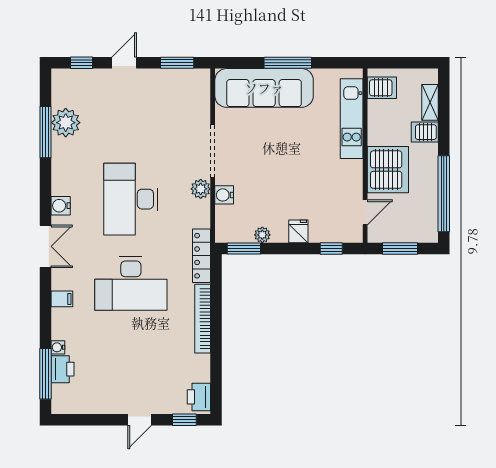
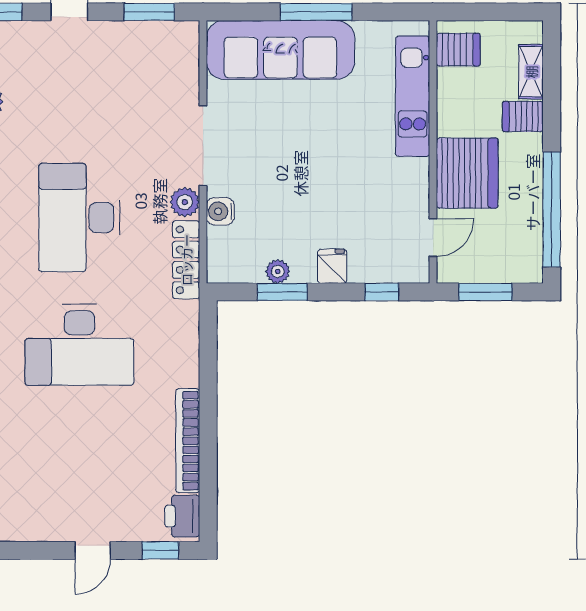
window: (244, 248) -> (282, 292), moved
locker: (202, 256) -> (186, 260), moved
bookcase: (203, 319) -> (188, 441), moved

